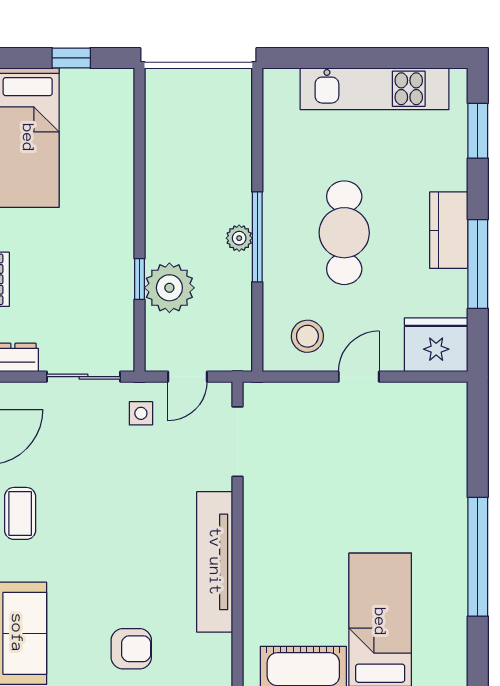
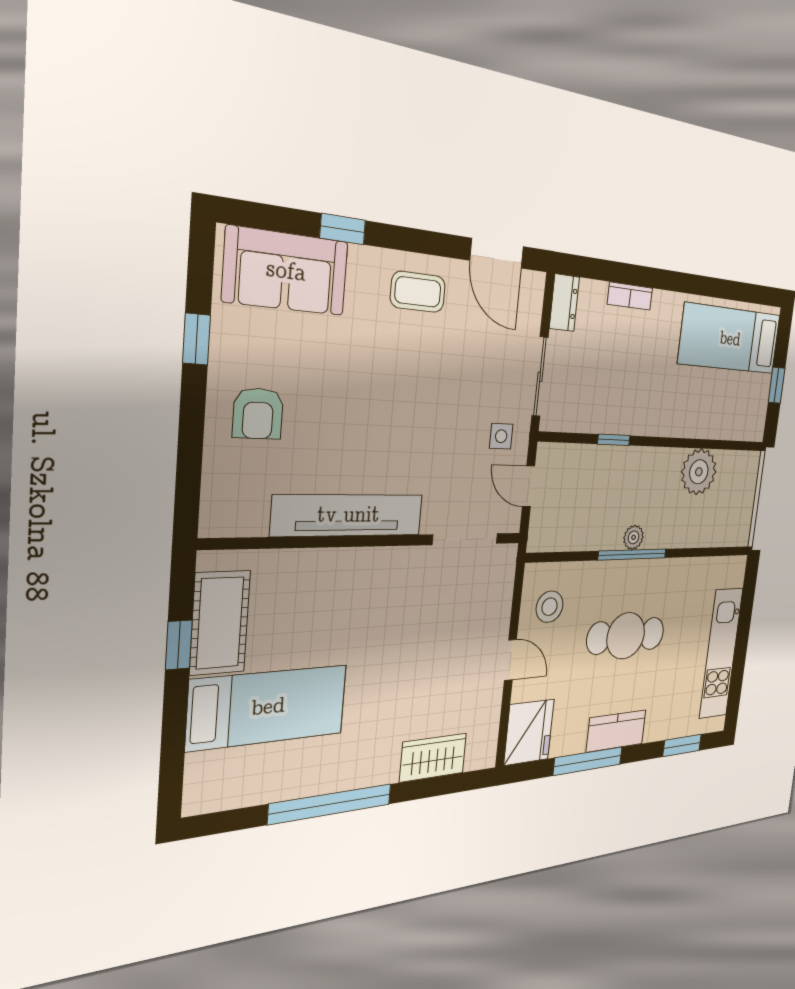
plant: (169, 288) -> (699, 472), moved
wardrobe: (448, 454) -> (433, 758), added

